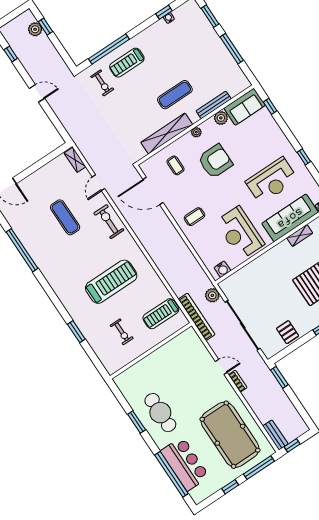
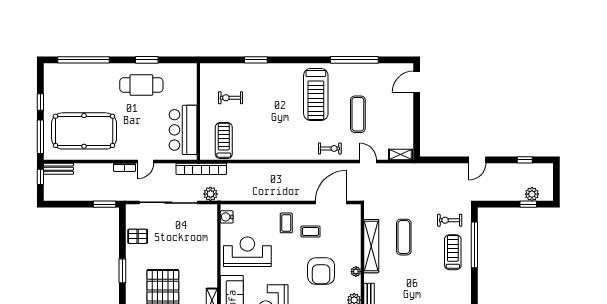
exercise mat: (175, 95) -> (404, 237), moved
coffee table: (175, 165) -> (311, 232), moved
exercise mat: (65, 217) -> (358, 114), turned 90
exercise bike: (109, 222) -> (330, 148), width x0.73, depth x0.72
treadmill: (111, 282) -> (316, 95), moved
bar counter: (185, 464) -> (183, 130), moved, turned 90

